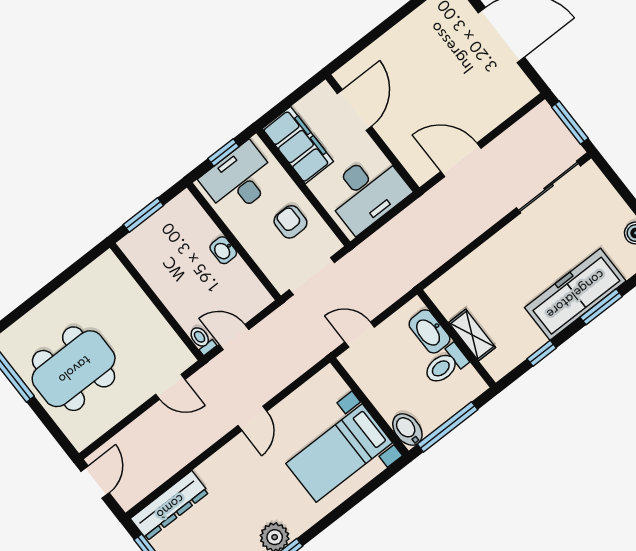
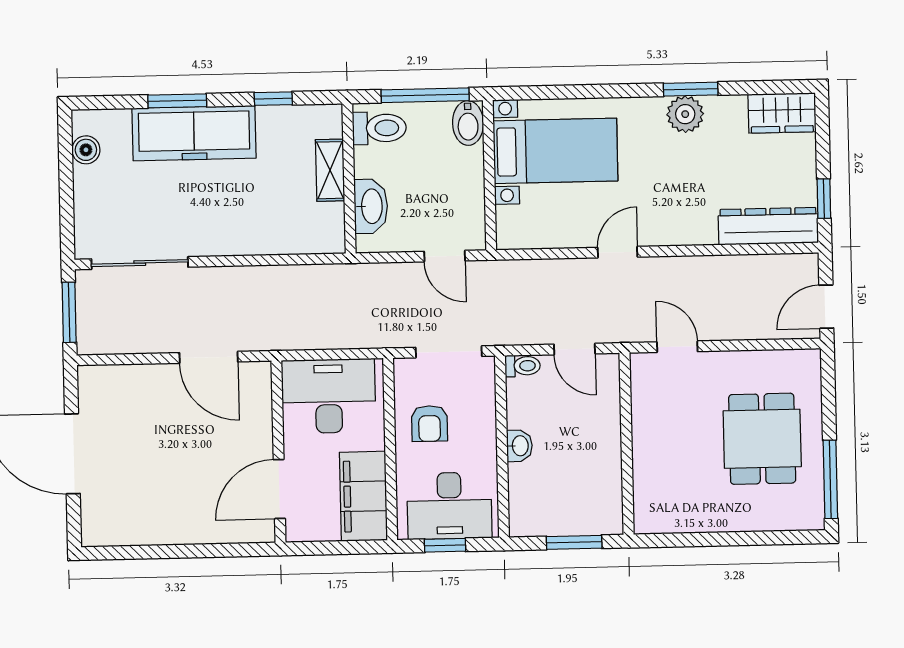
toilet: (202, 340) -> (523, 366), moved, turned -90
toilet: (445, 365) -> (379, 128), moved
dining table: (74, 369) -> (762, 439), width x0.73

